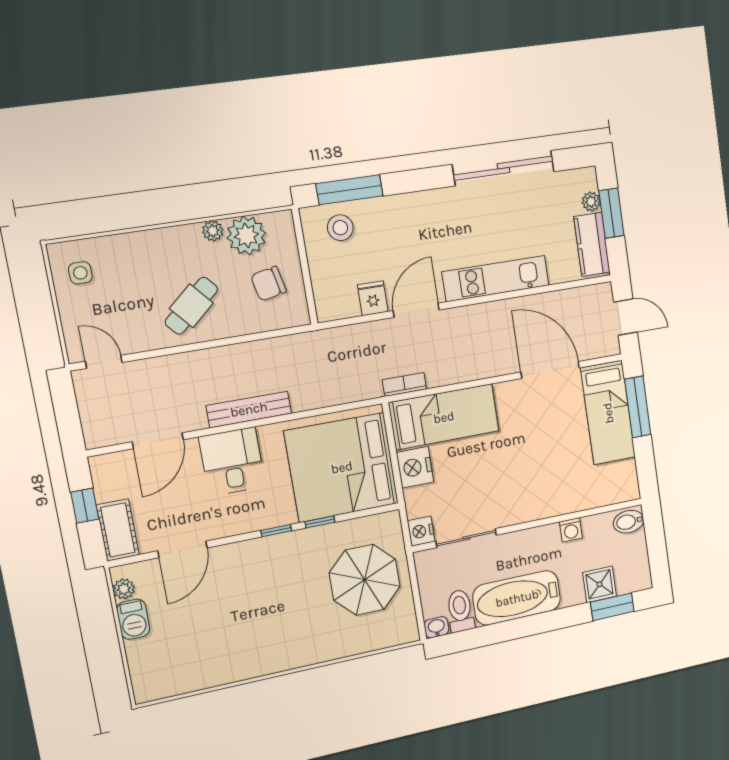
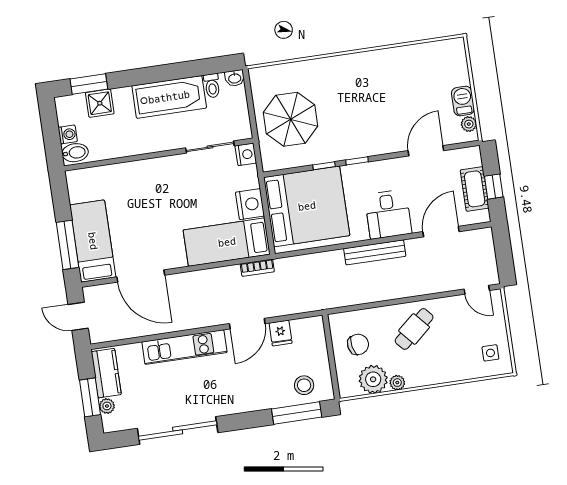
cot: (118, 530) -> (475, 189), moved
washing machine: (571, 530) -> (68, 134), moved, turned 90
toilet: (460, 611) -> (212, 86), width x0.73, depth x0.72

